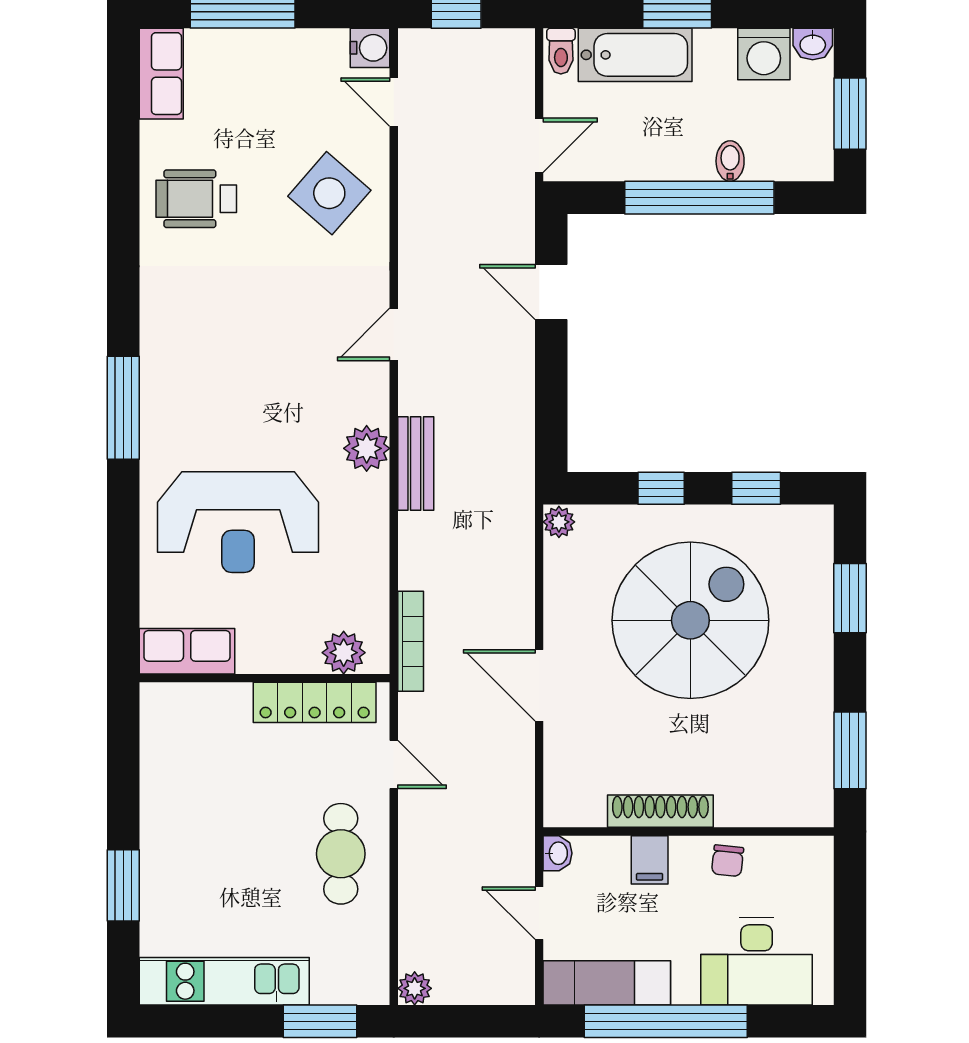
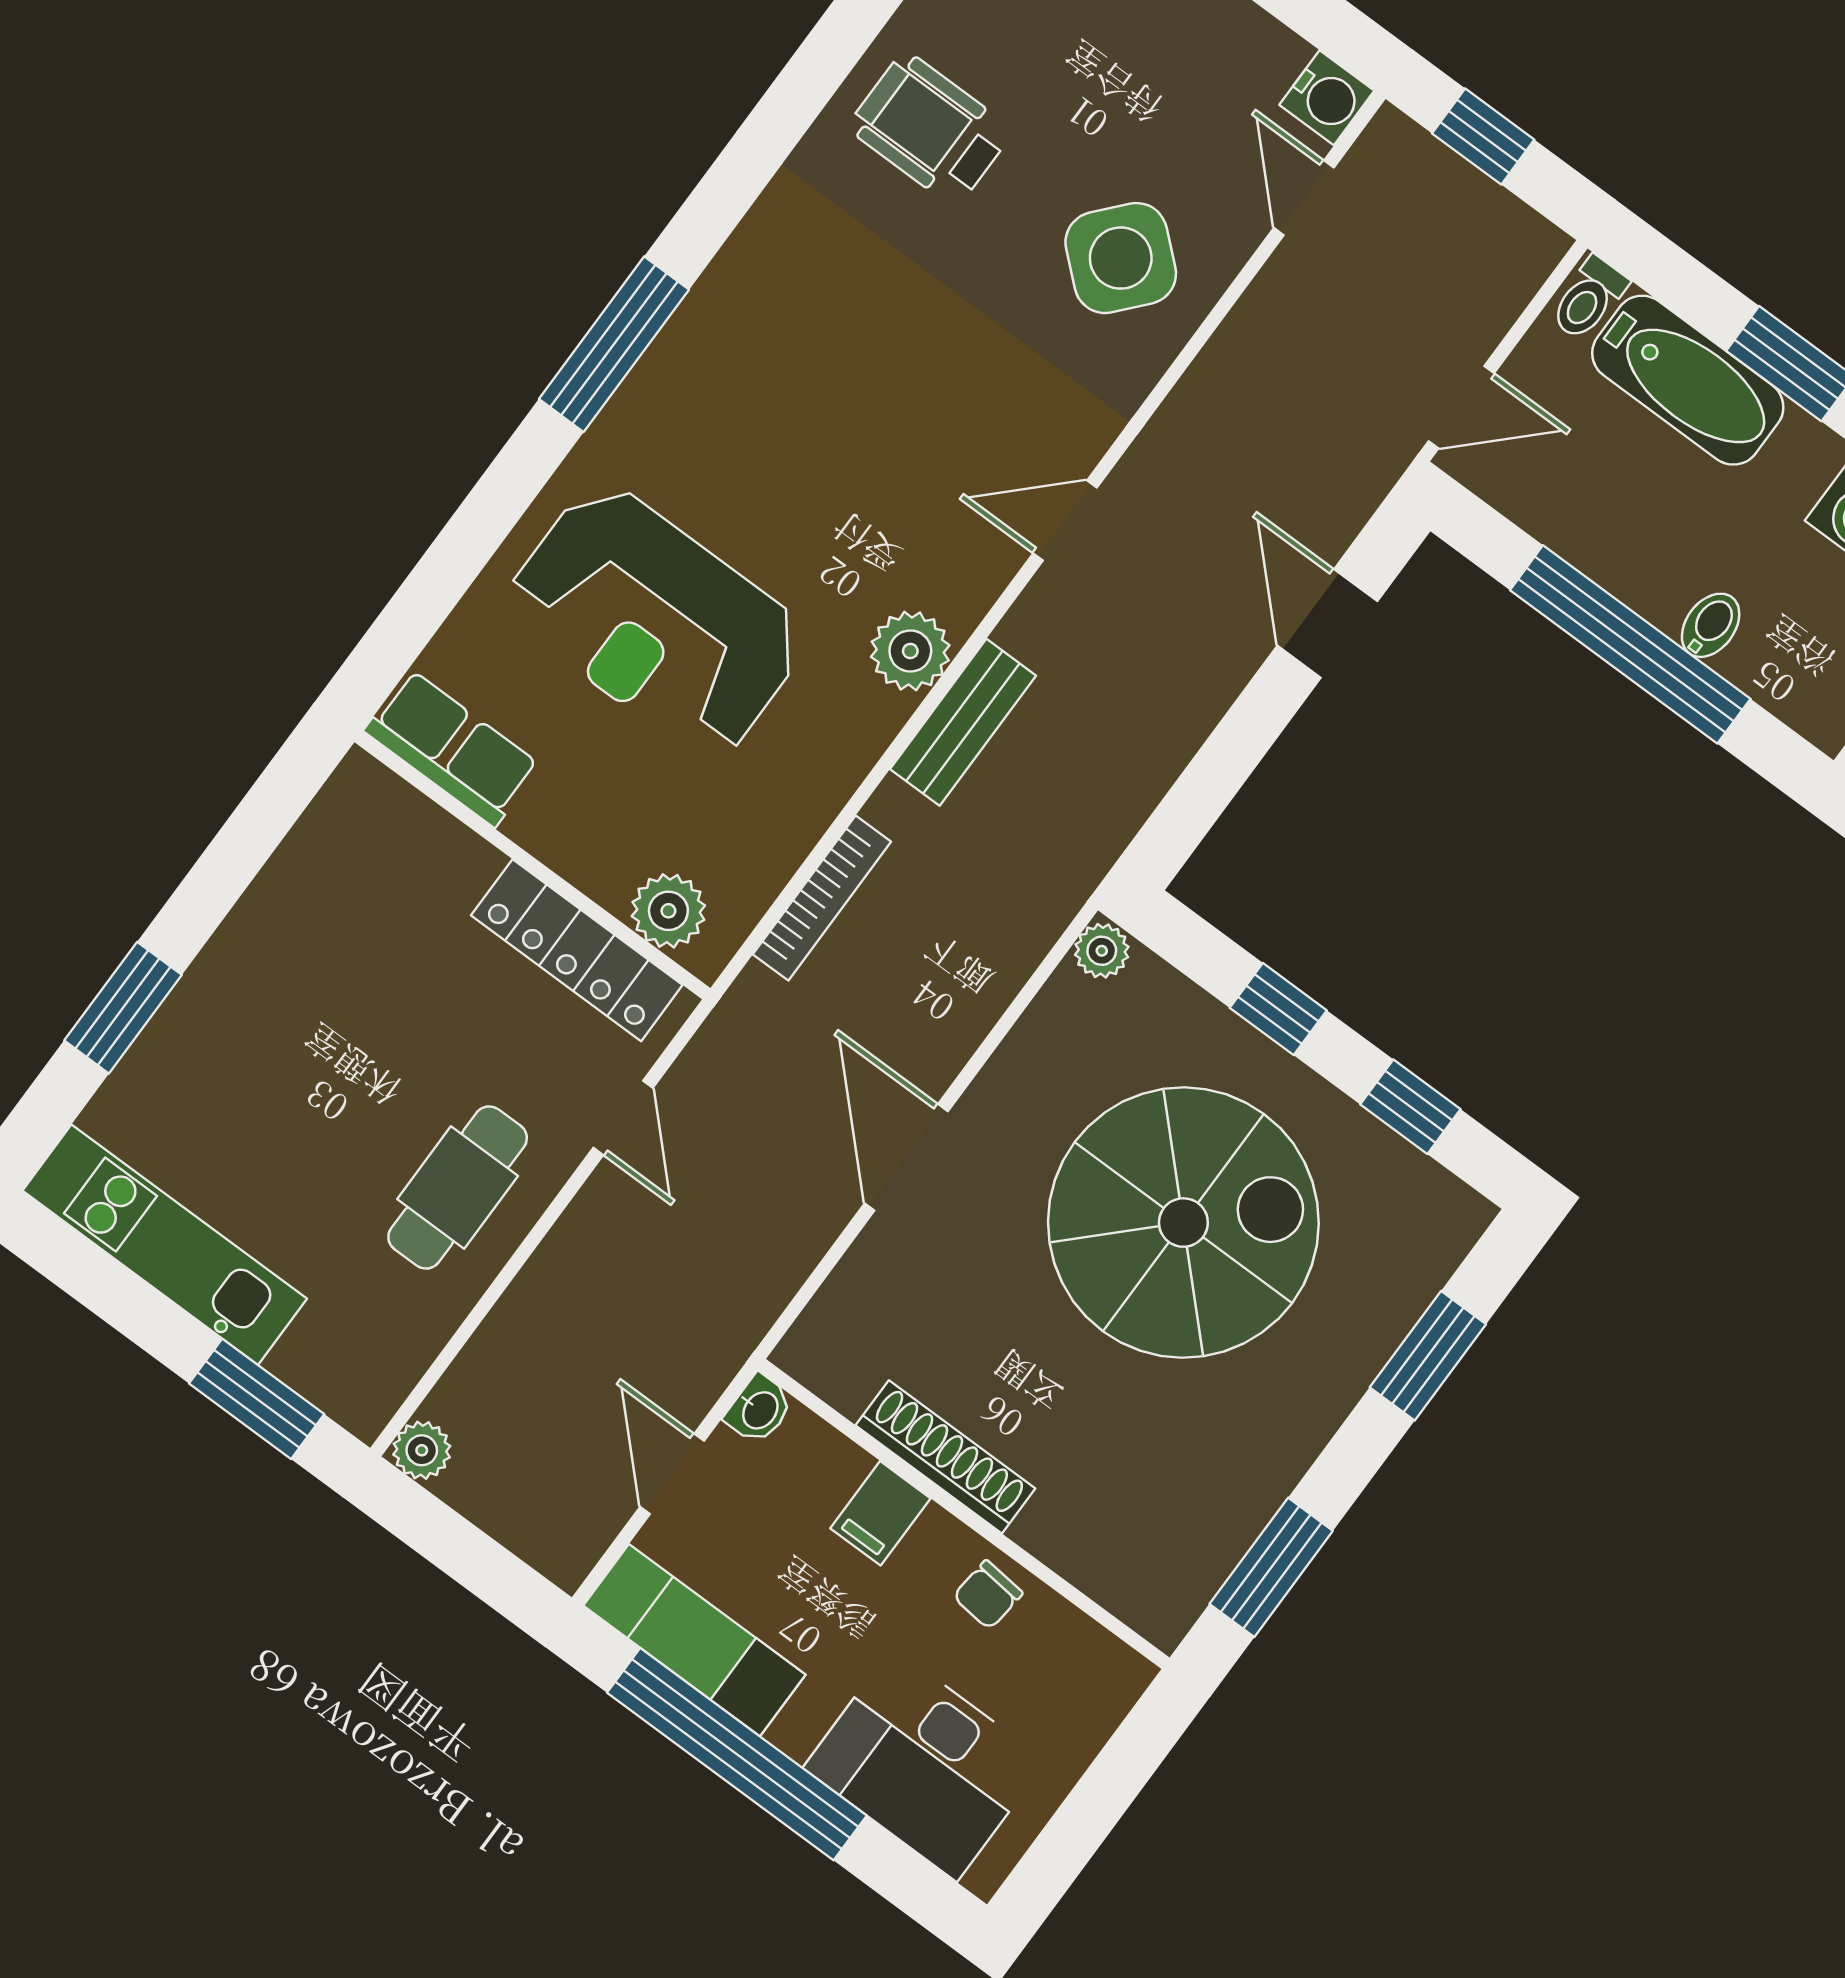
bookcase: (411, 641) -> (822, 898), moved

